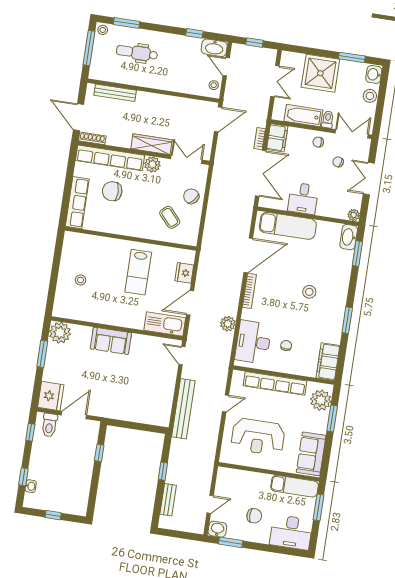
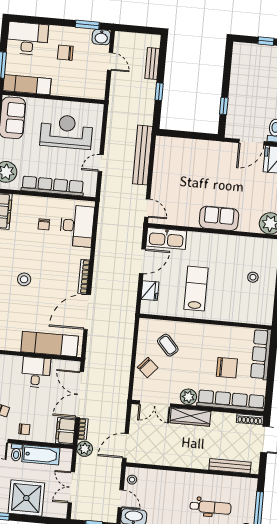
plant: (228, 324) -> (85, 449), moved
door: (210, 504) -> (110, 61), swing flipped

